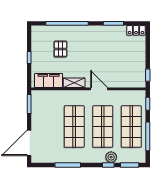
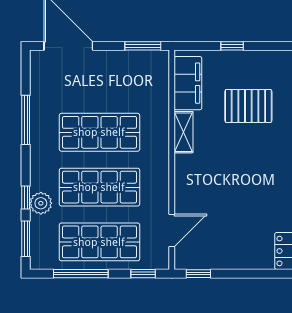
pallet: (60, 49) -> (248, 106), width x1.50, depth x1.42
door: (99, 89) -> (172, 230), moved

